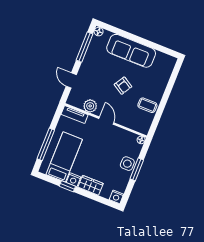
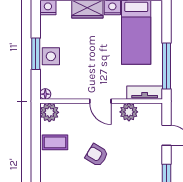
plant: (143, 127) -> (49, 112), added
window: (46, 144) -> (166, 66), moved

